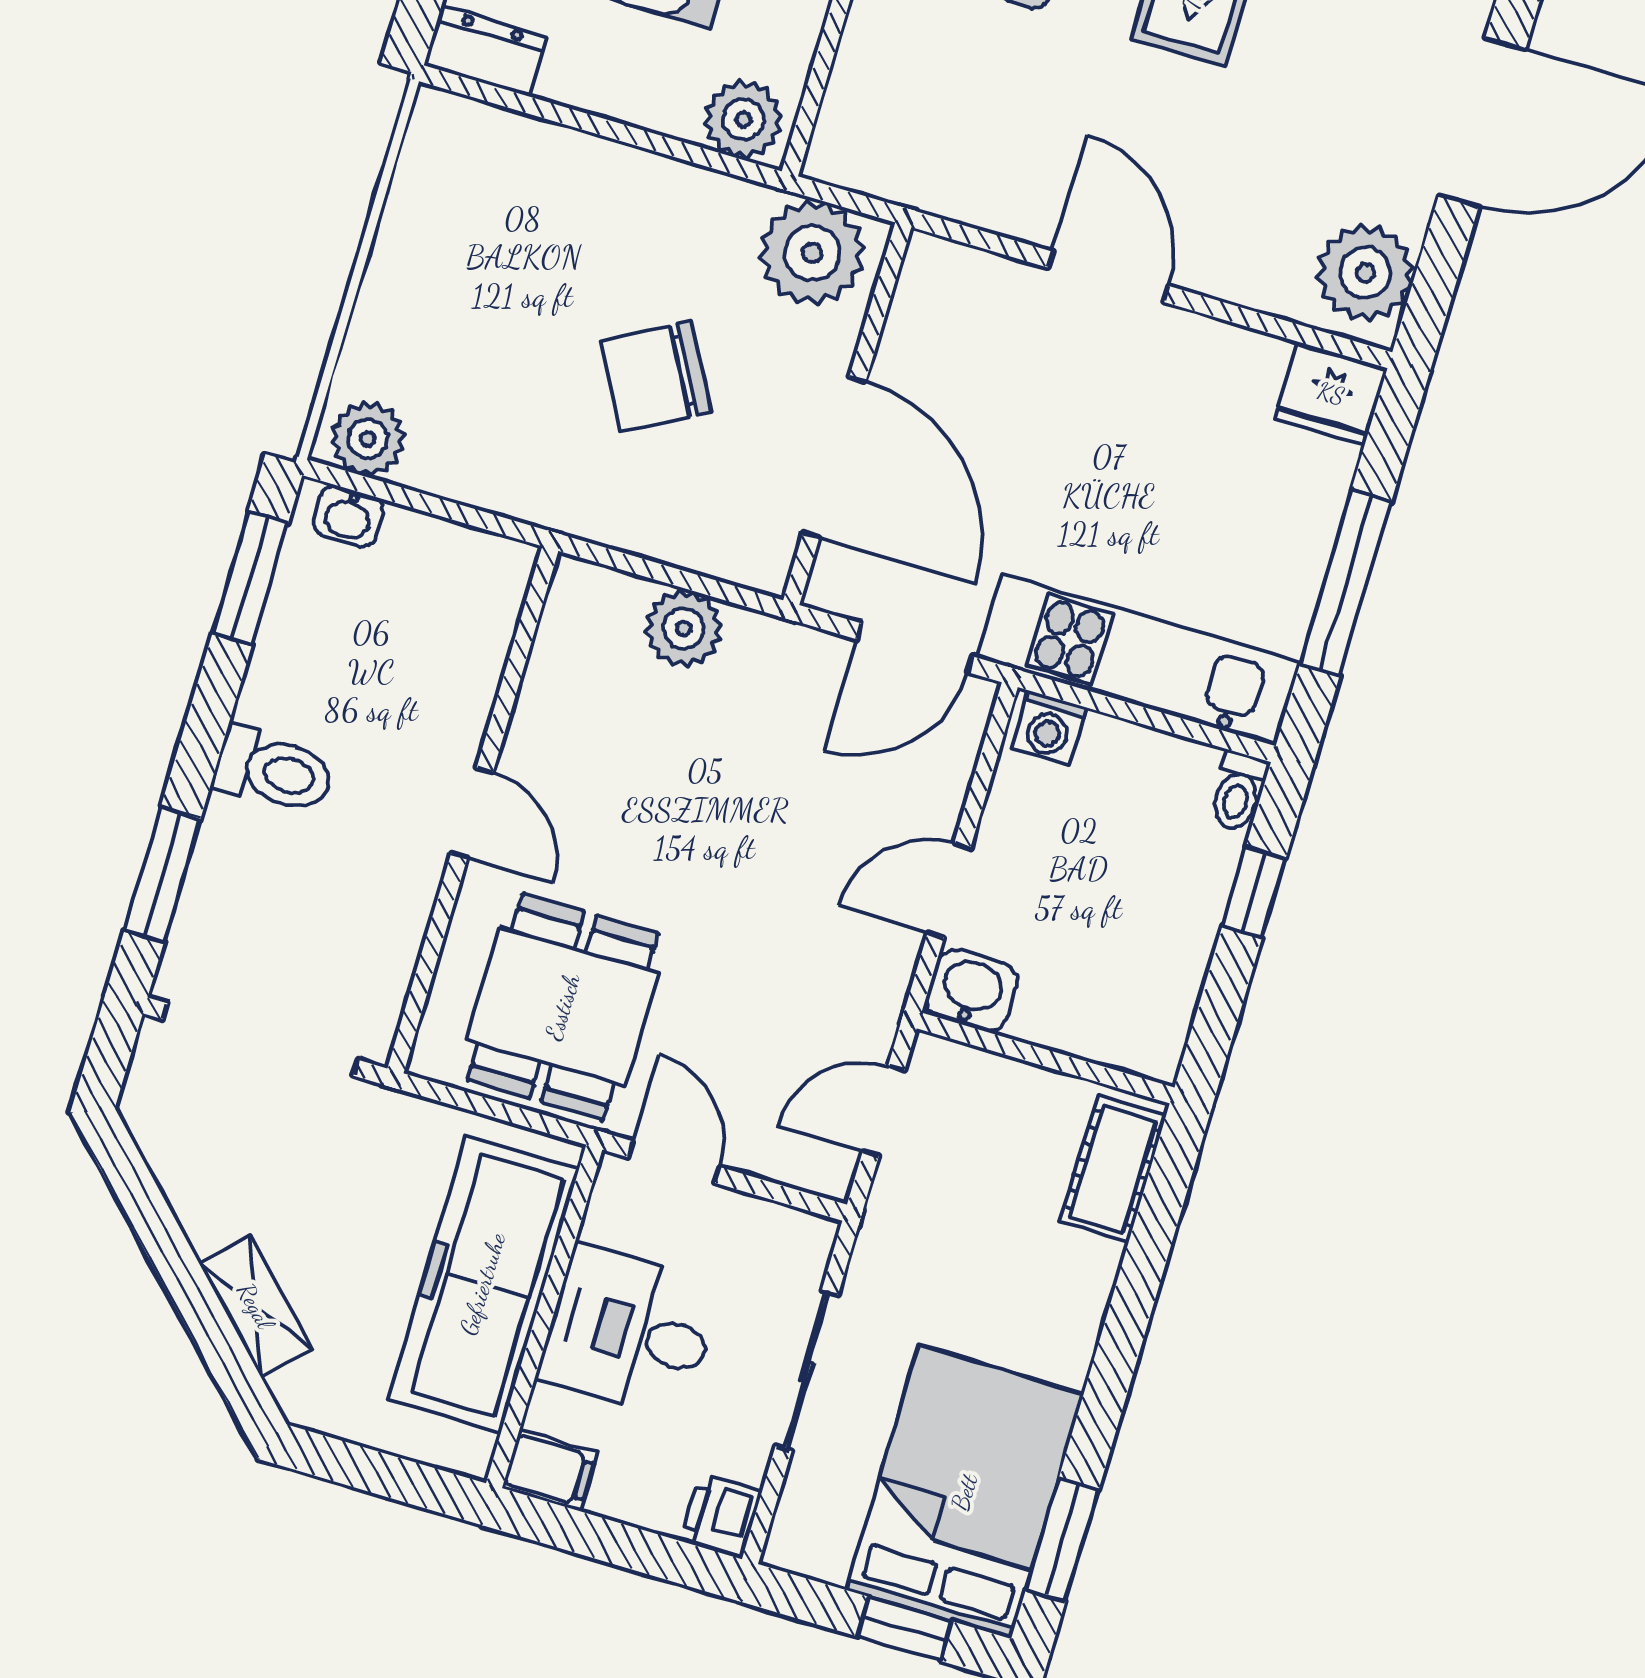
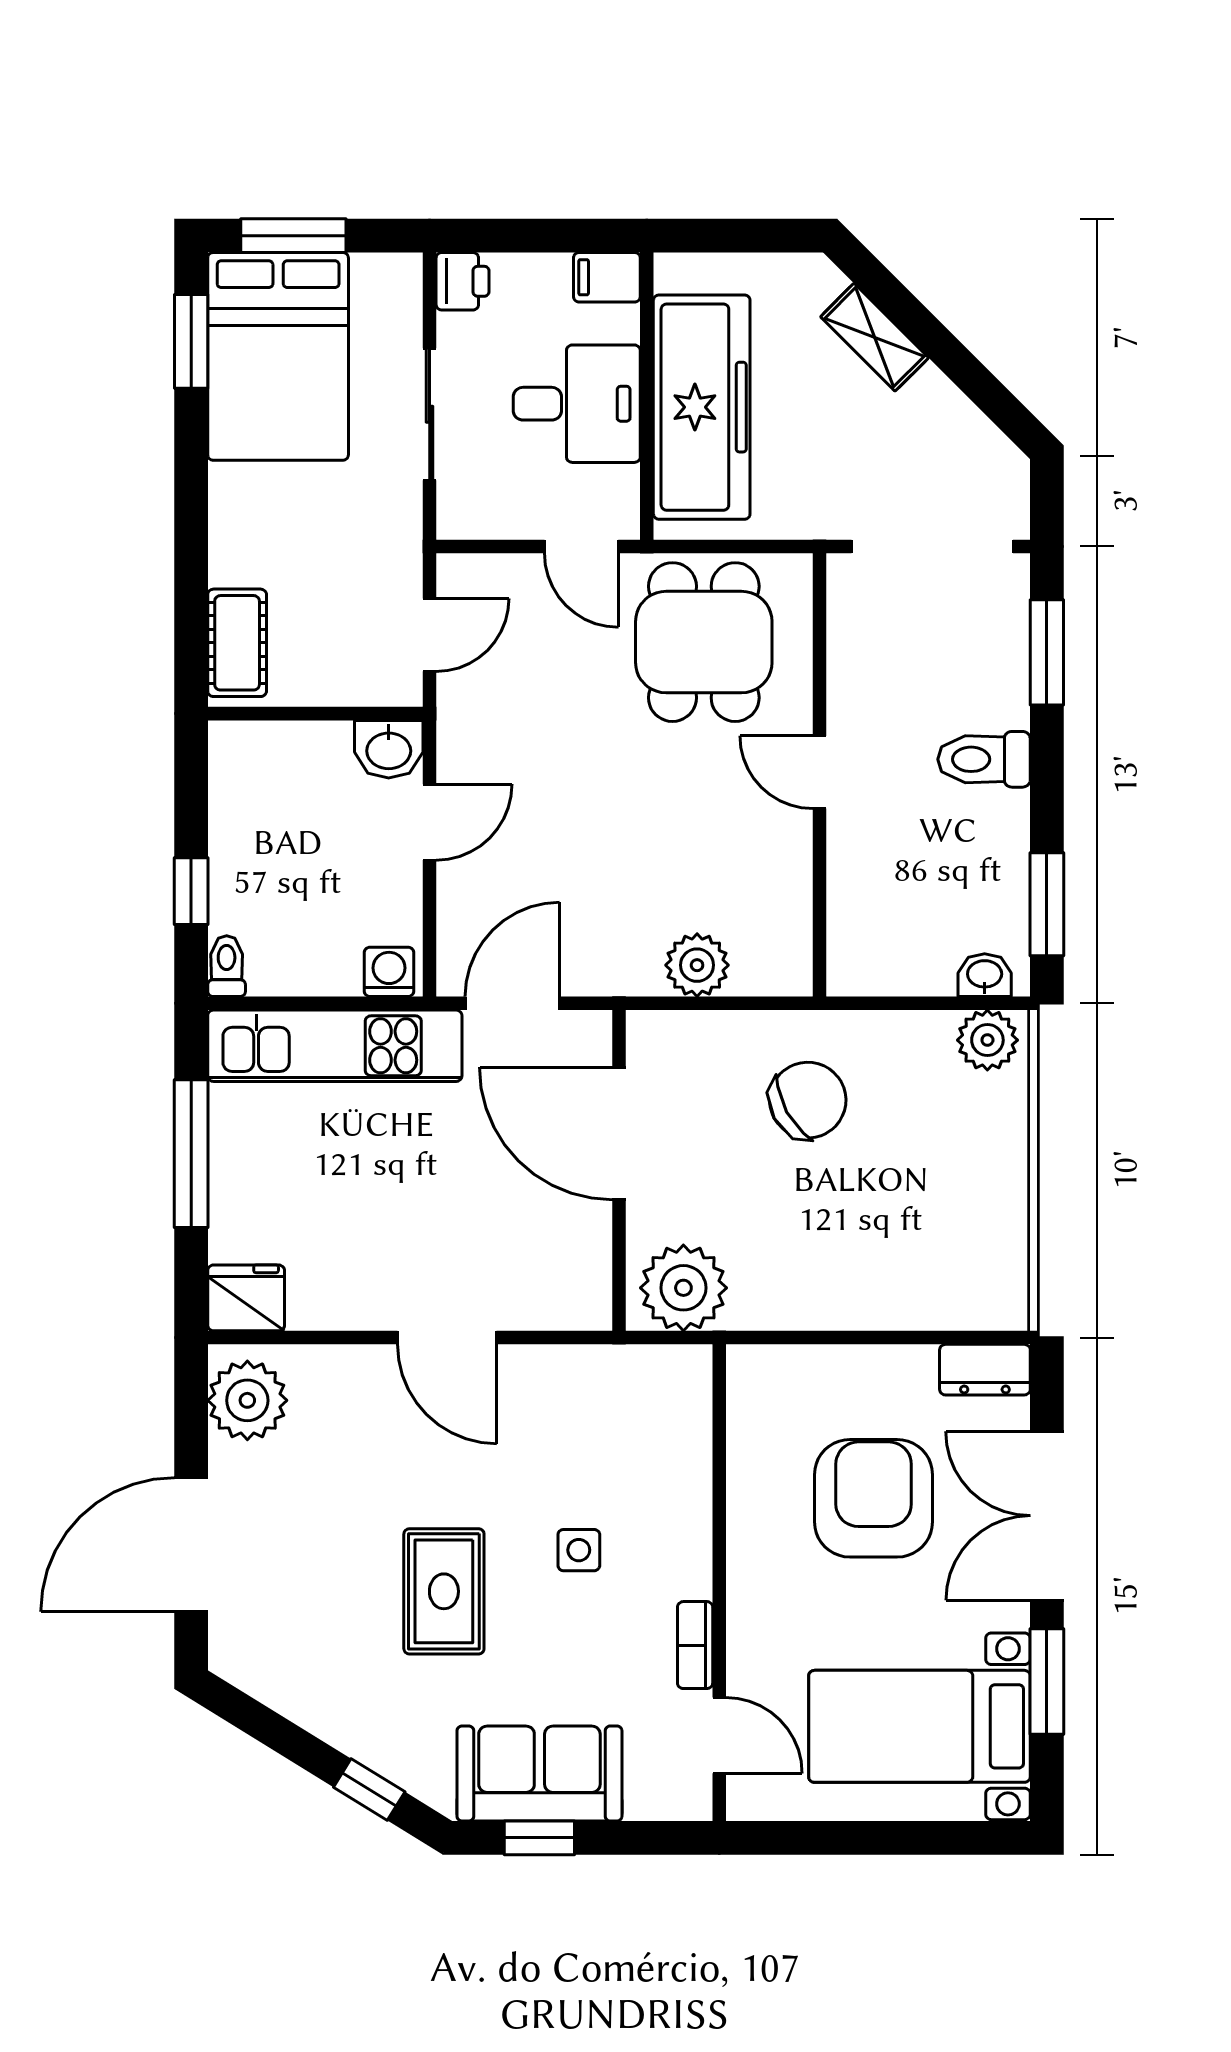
plant: (743, 119) -> (768, 1376), removed
chair: (656, 377) -> (808, 1100), moved
window: (905, 1629) -> (293, 236), width x1.50

